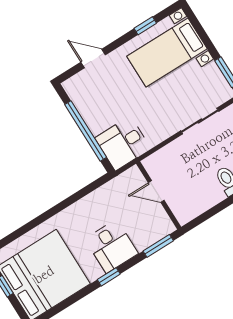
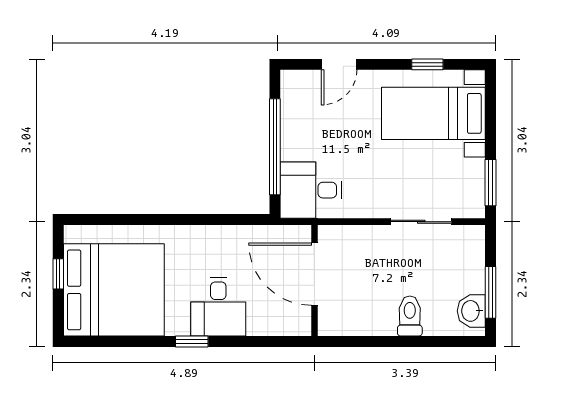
door: (93, 58) -> (339, 64), swing flipped
door: (156, 192) -> (314, 274), width x1.87
window: (158, 246) -> (275, 342), removed

